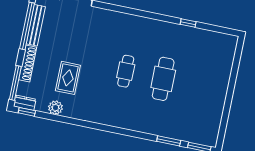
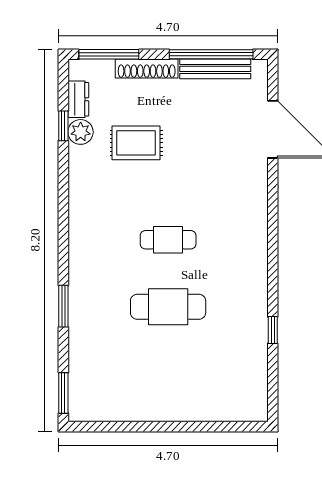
dresser: (25, 103) -> (78, 99), moved
window: (27, 112) -> (63, 126), moved
window: (169, 141) -> (63, 306), moved

